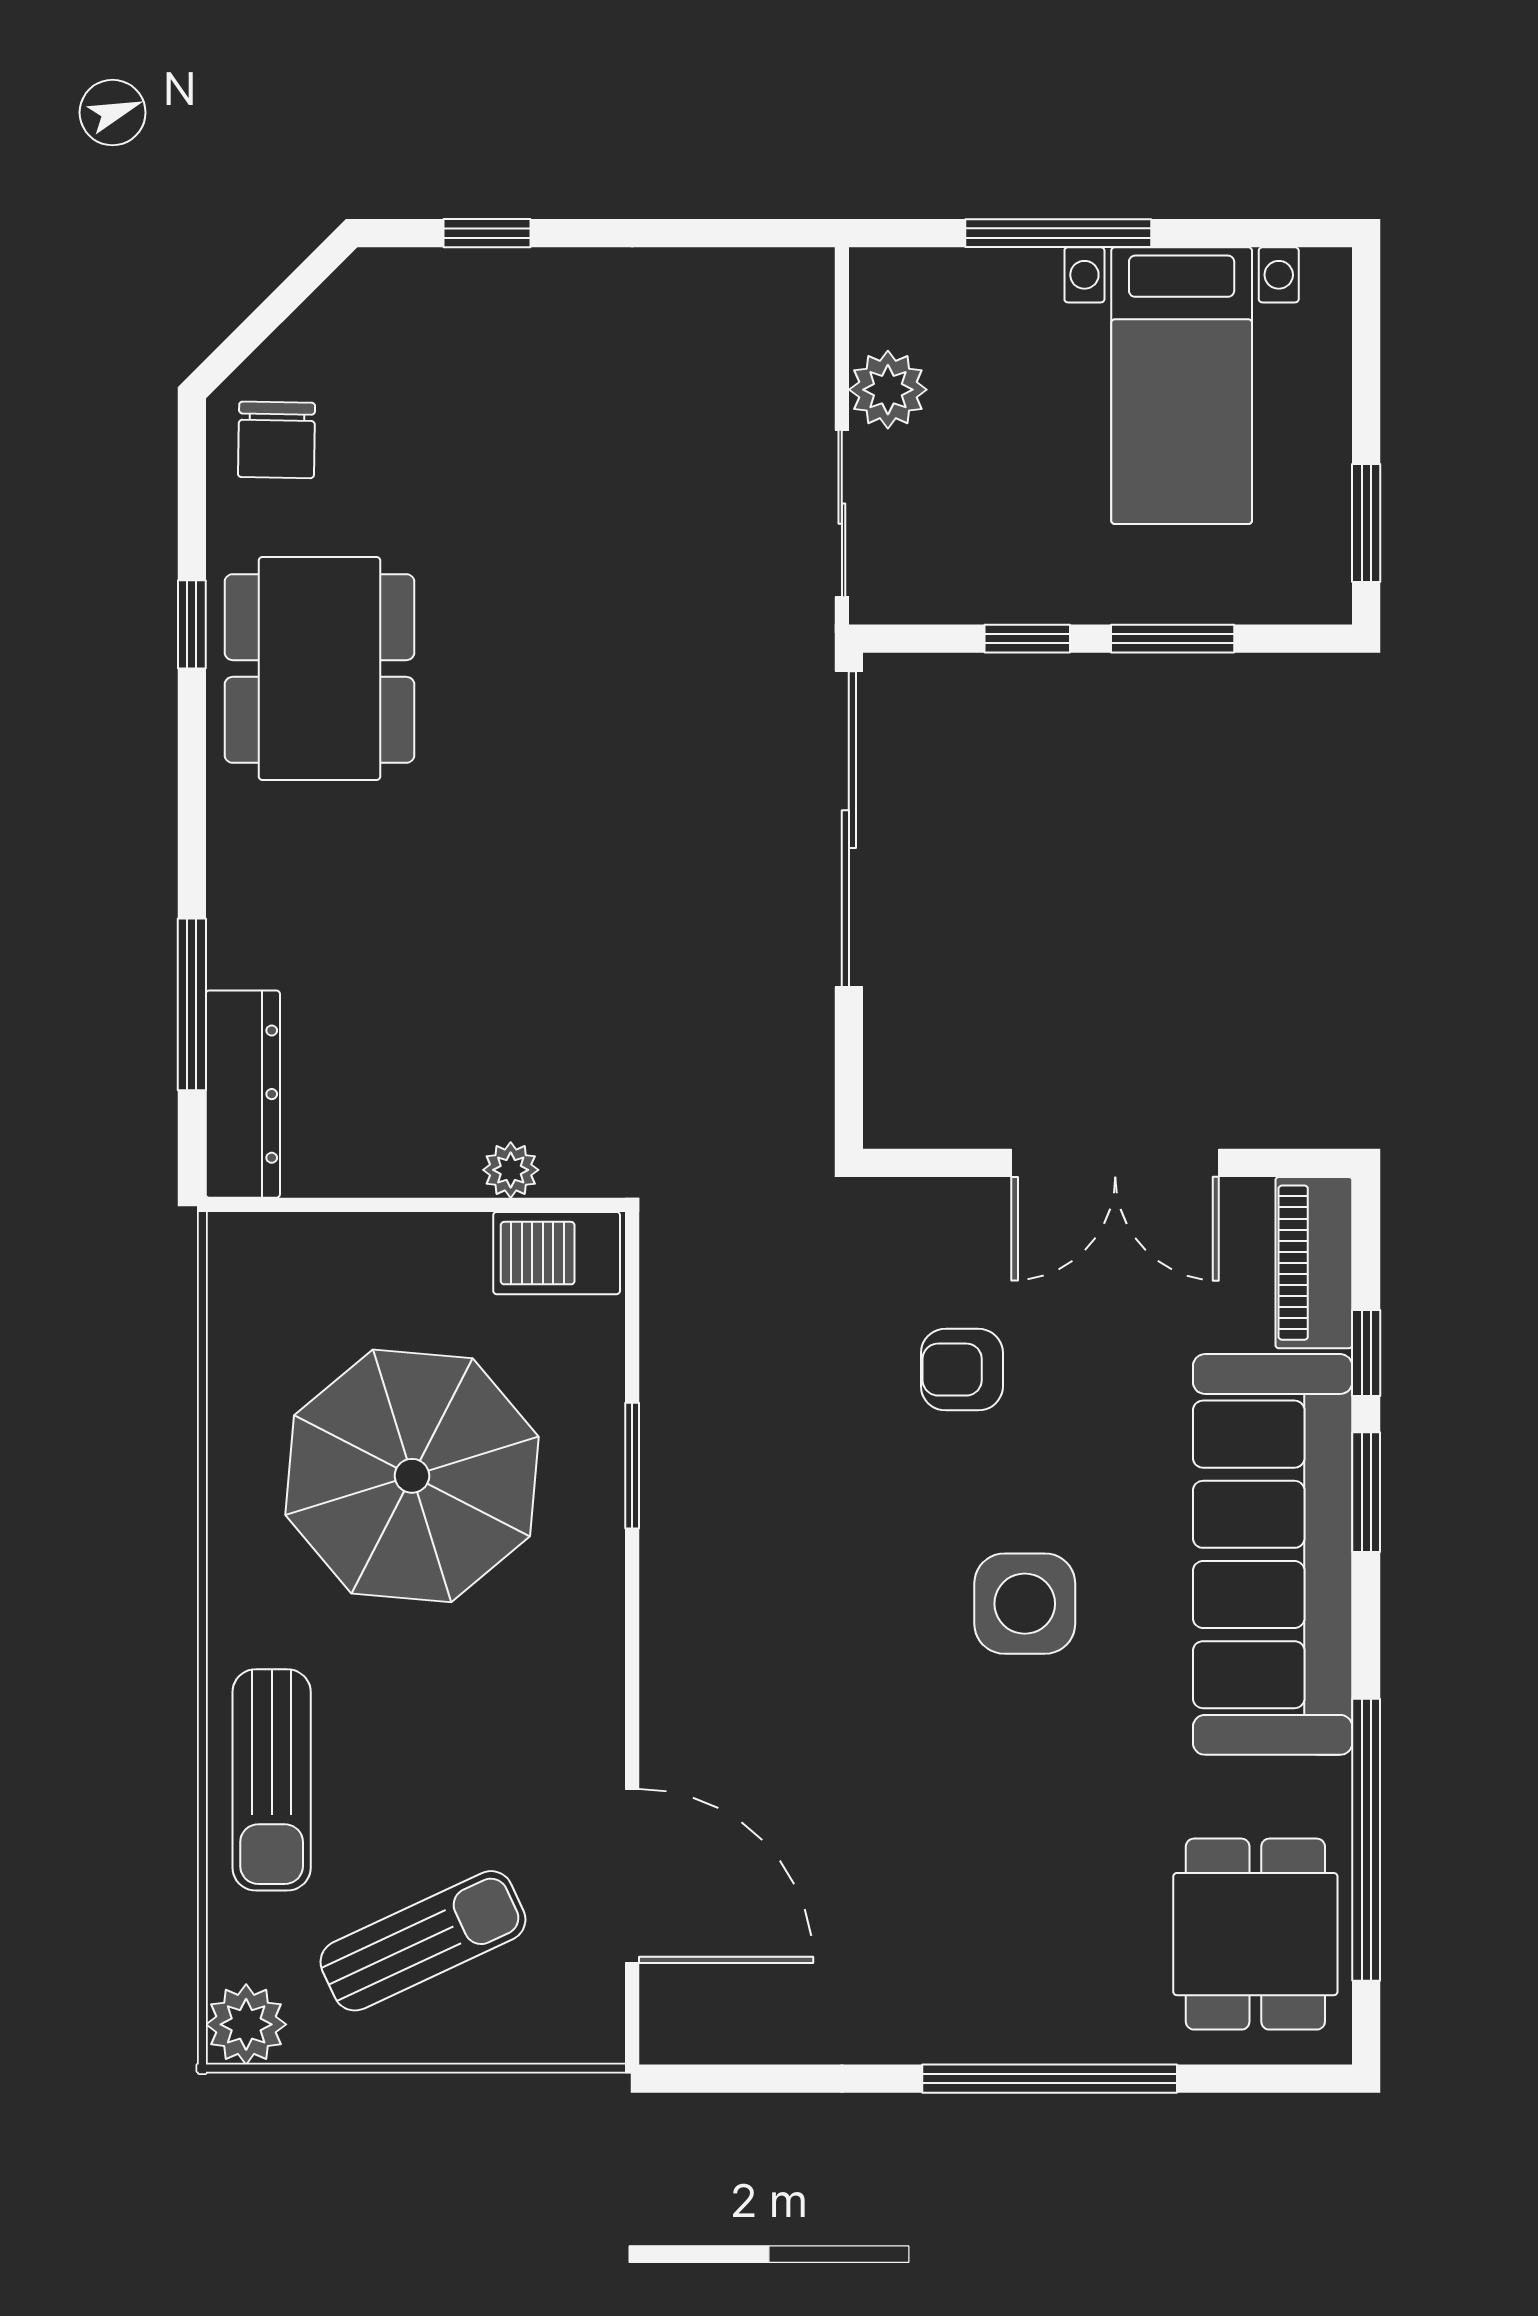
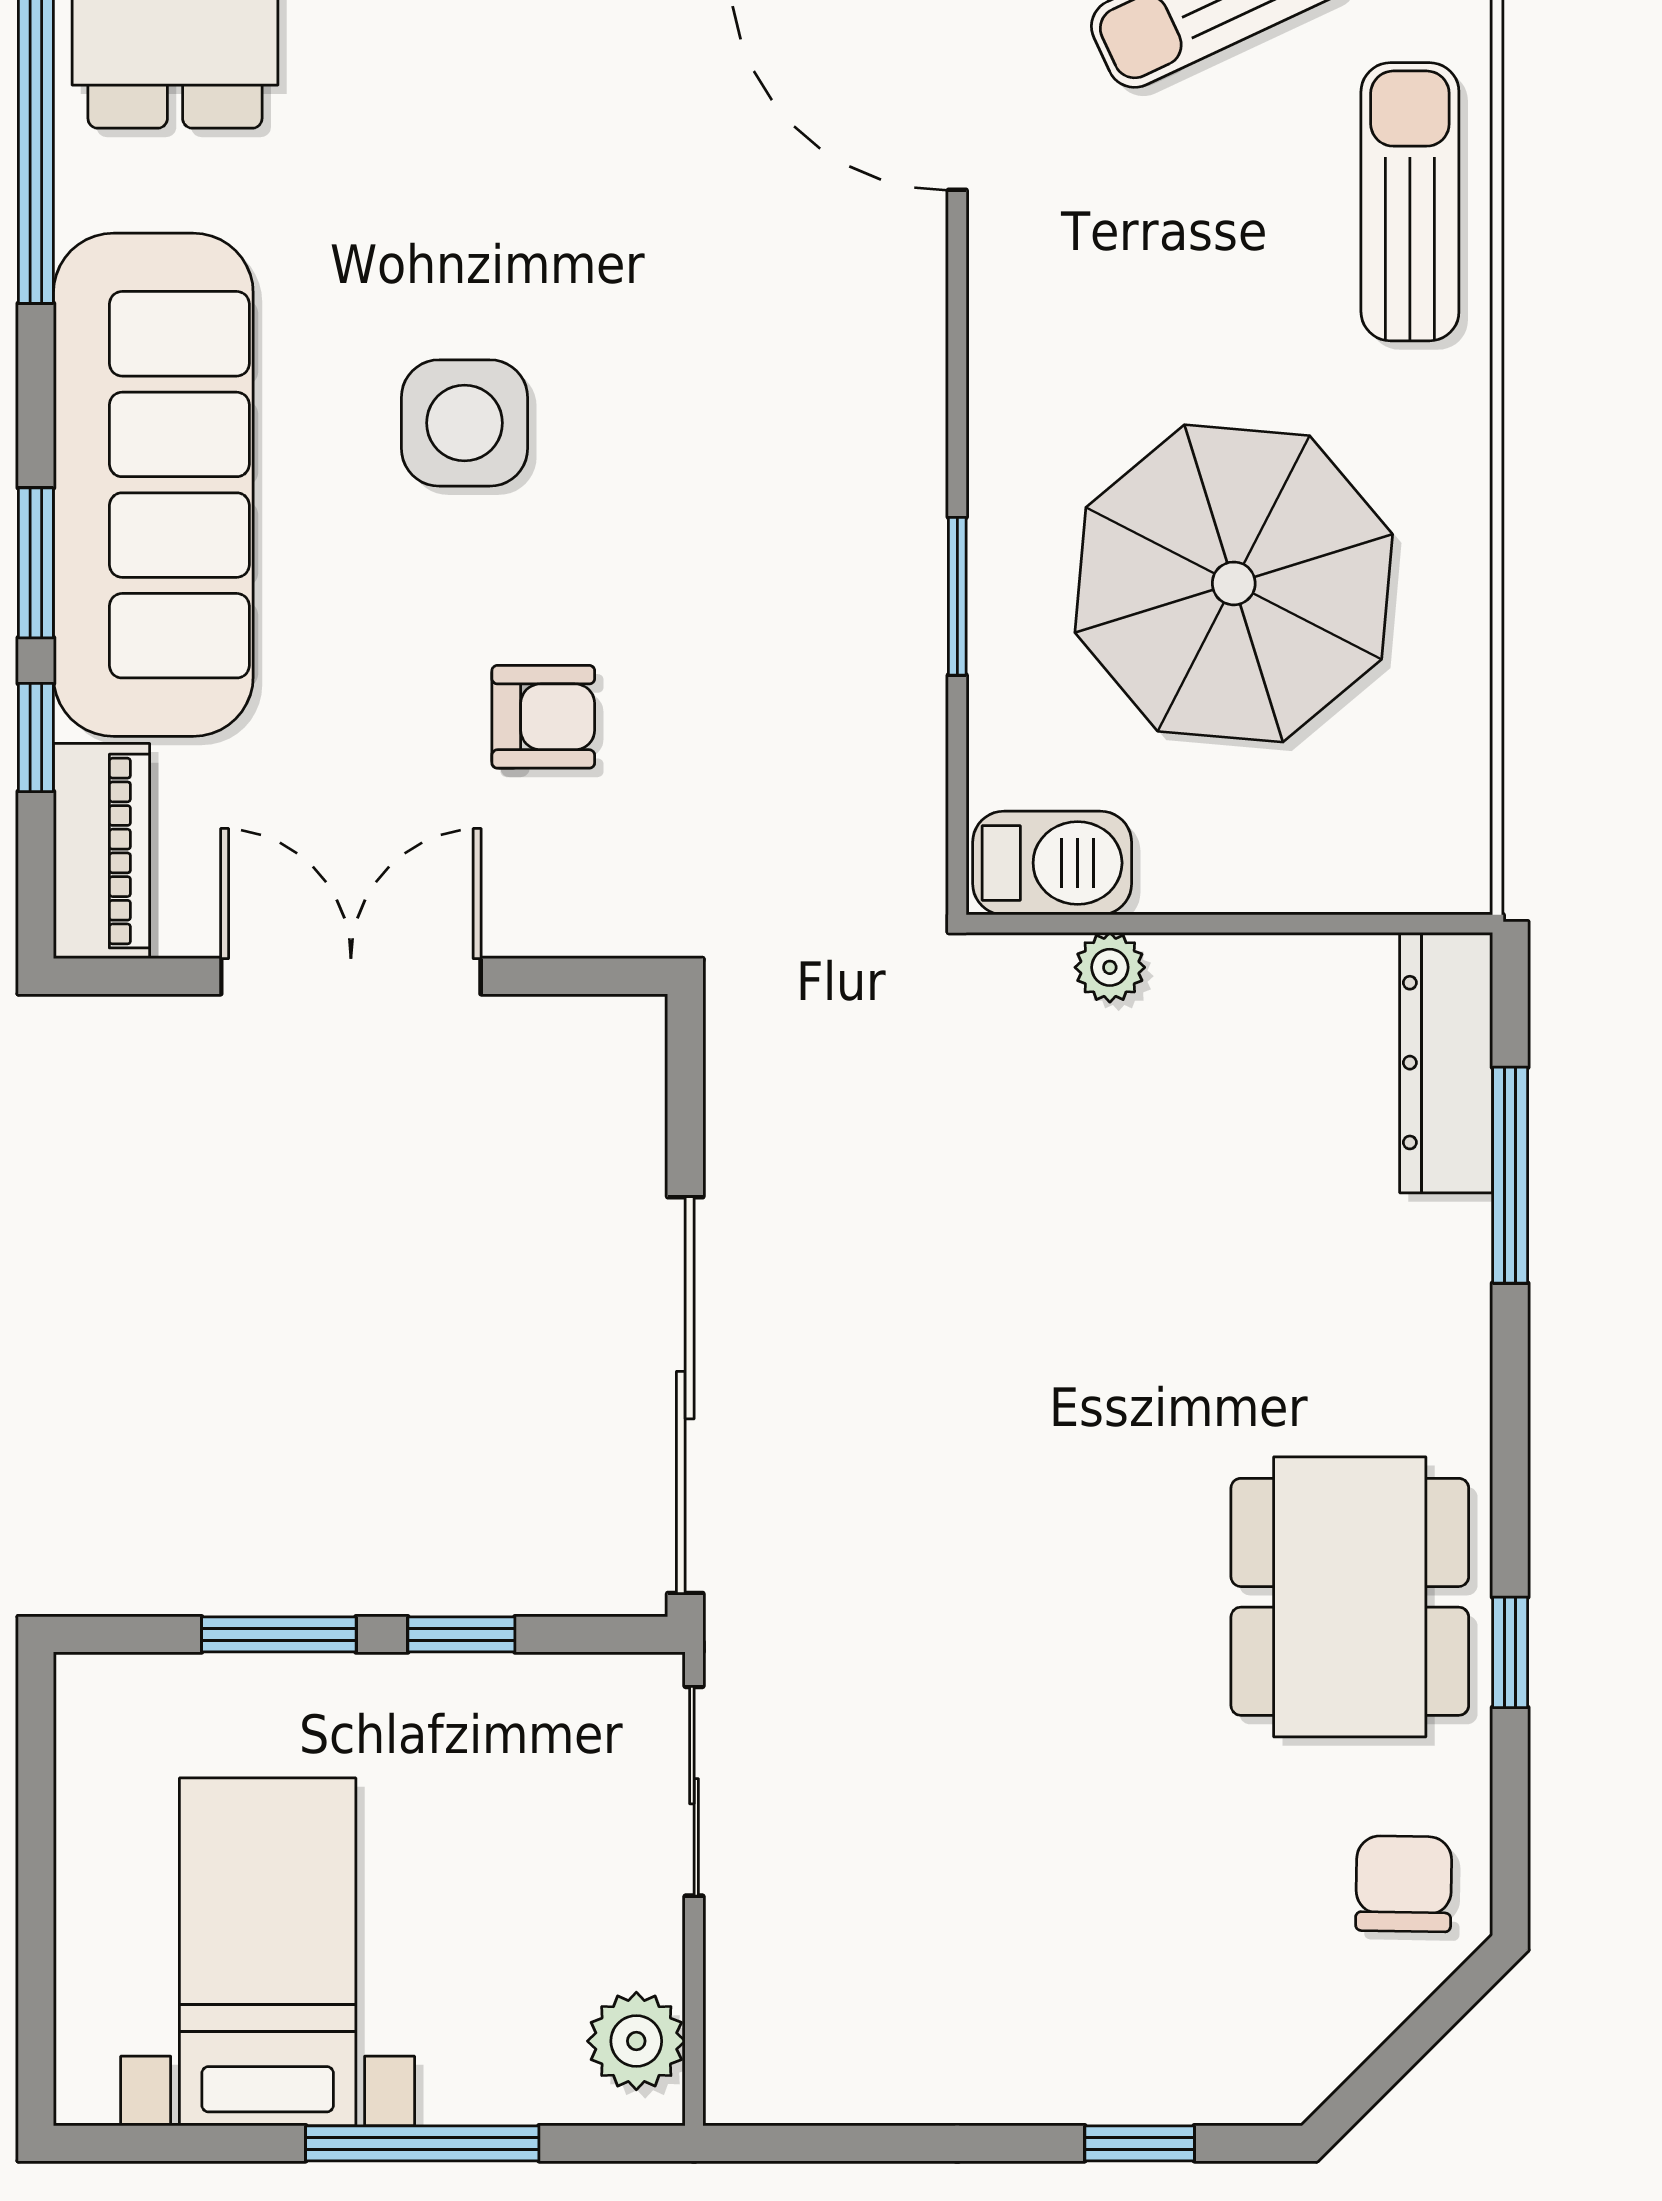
plant: (888, 390) -> (636, 2041), moved
window: (1366, 523) -> (36, 1779), removed

